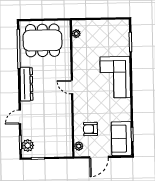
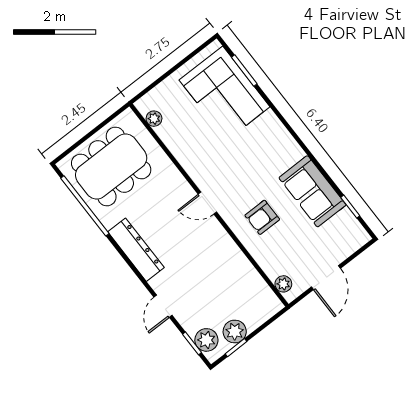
corner sofa: (115, 77) -> (224, 93), moved
armchair: (90, 129) -> (262, 217), moved
sofa: (121, 139) -> (312, 191), moved
plant: (43, 151) -> (235, 332), added

